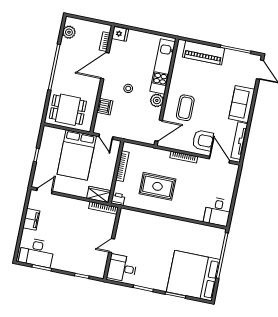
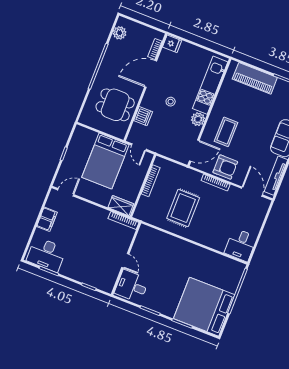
dining table: (68, 110) -> (115, 105), moved
armchair: (203, 140) -> (225, 167), moved
rug: (157, 186) -> (183, 208), turned 90
printer: (118, 199) -> (140, 214), removed
door: (112, 246) -> (125, 261), swing flipped

